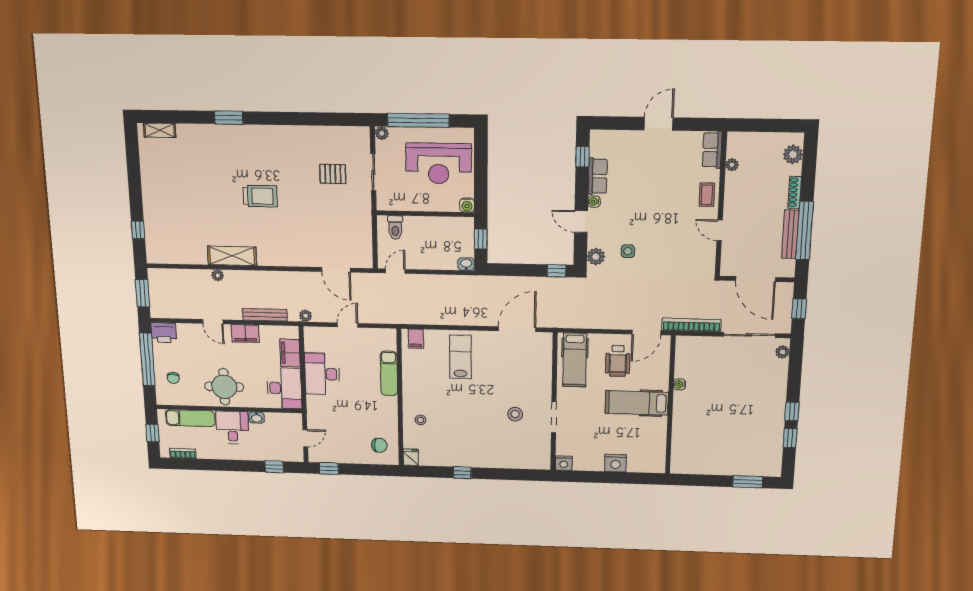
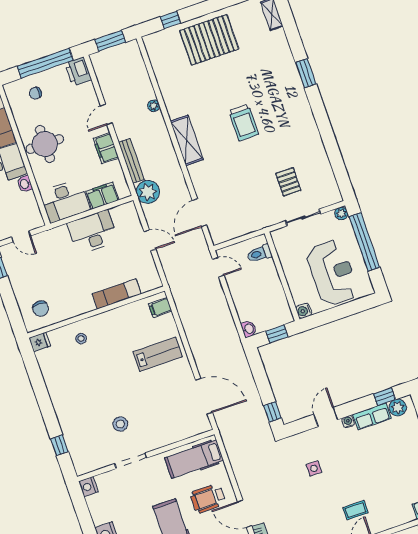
reception desk: (439, 163) -> (332, 273), turned 180
coffee table: (707, 195) -> (356, 510), moved
pallet: (168, 200) -> (209, 40), added
shelving: (232, 256) -> (187, 140), moved
plant: (596, 257) -> (398, 408), moved
plant: (306, 316) -> (148, 192), width x1.87, depth x1.87
window: (462, 473) -> (59, 445), moved

